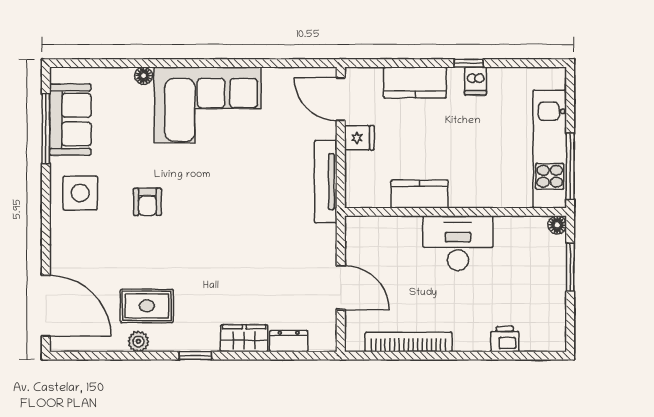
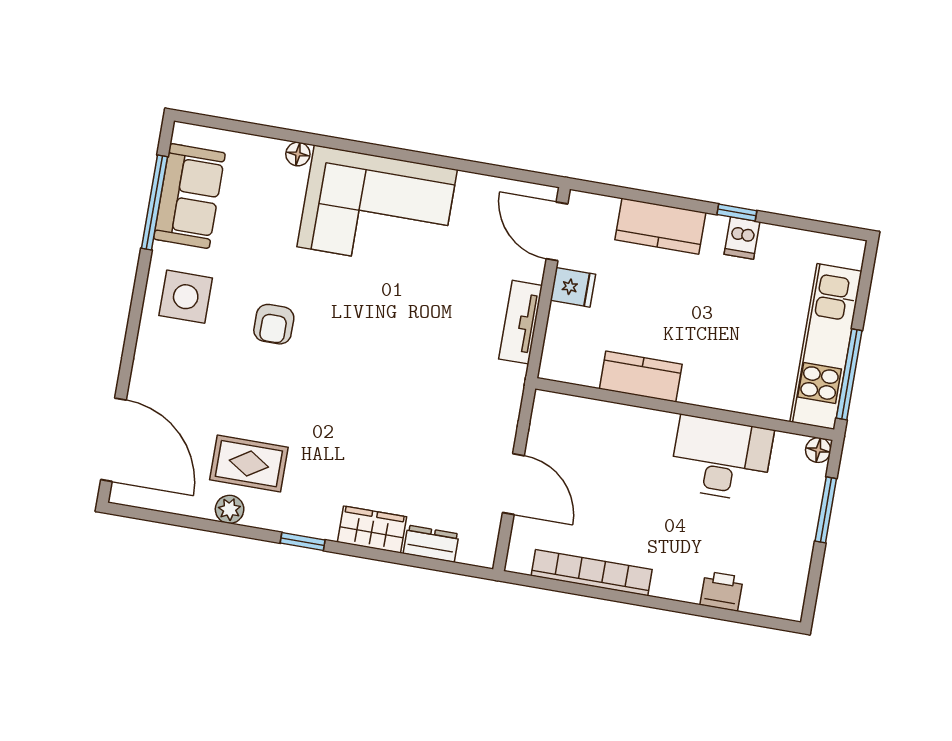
tv unit: (326, 182) -> (521, 322), width x0.71
desk: (458, 243) -> (721, 458), moved

